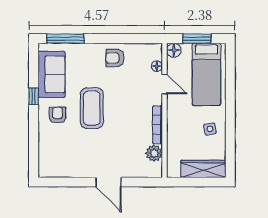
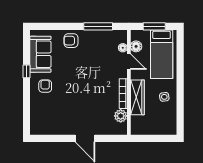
window: (65, 39) -> (98, 26), moved
floor lamp: (174, 50) -> (136, 46), moved
armchair: (115, 58) -> (71, 41), moved
coffee table: (92, 108) -> (72, 81), removed
wardrobe: (203, 169) -> (137, 97), moved, turned 90

